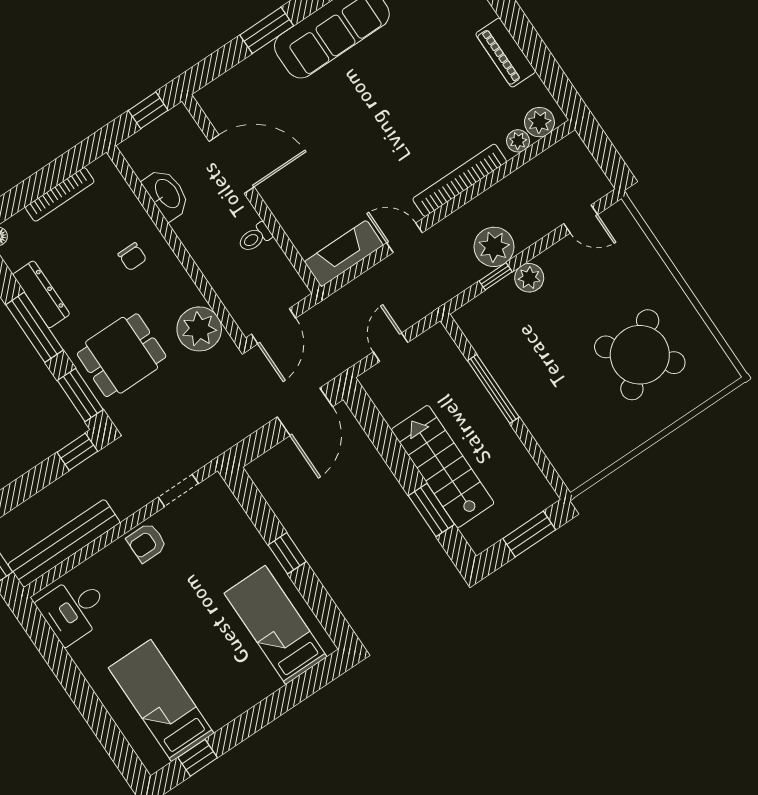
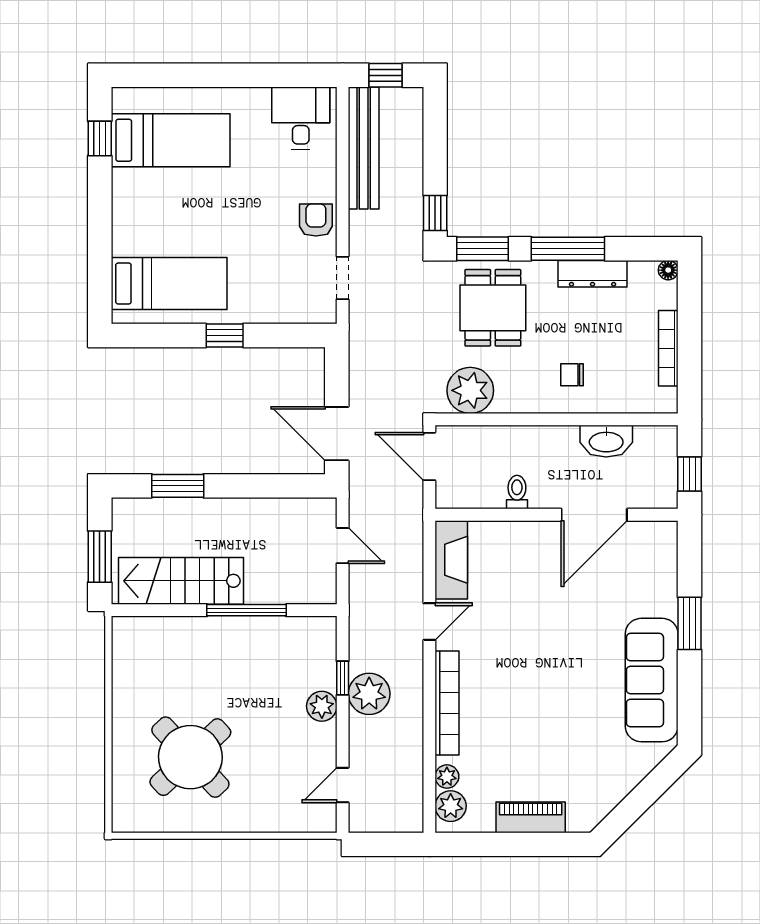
stairs: (443, 466) -> (181, 581), moved, turned 180

